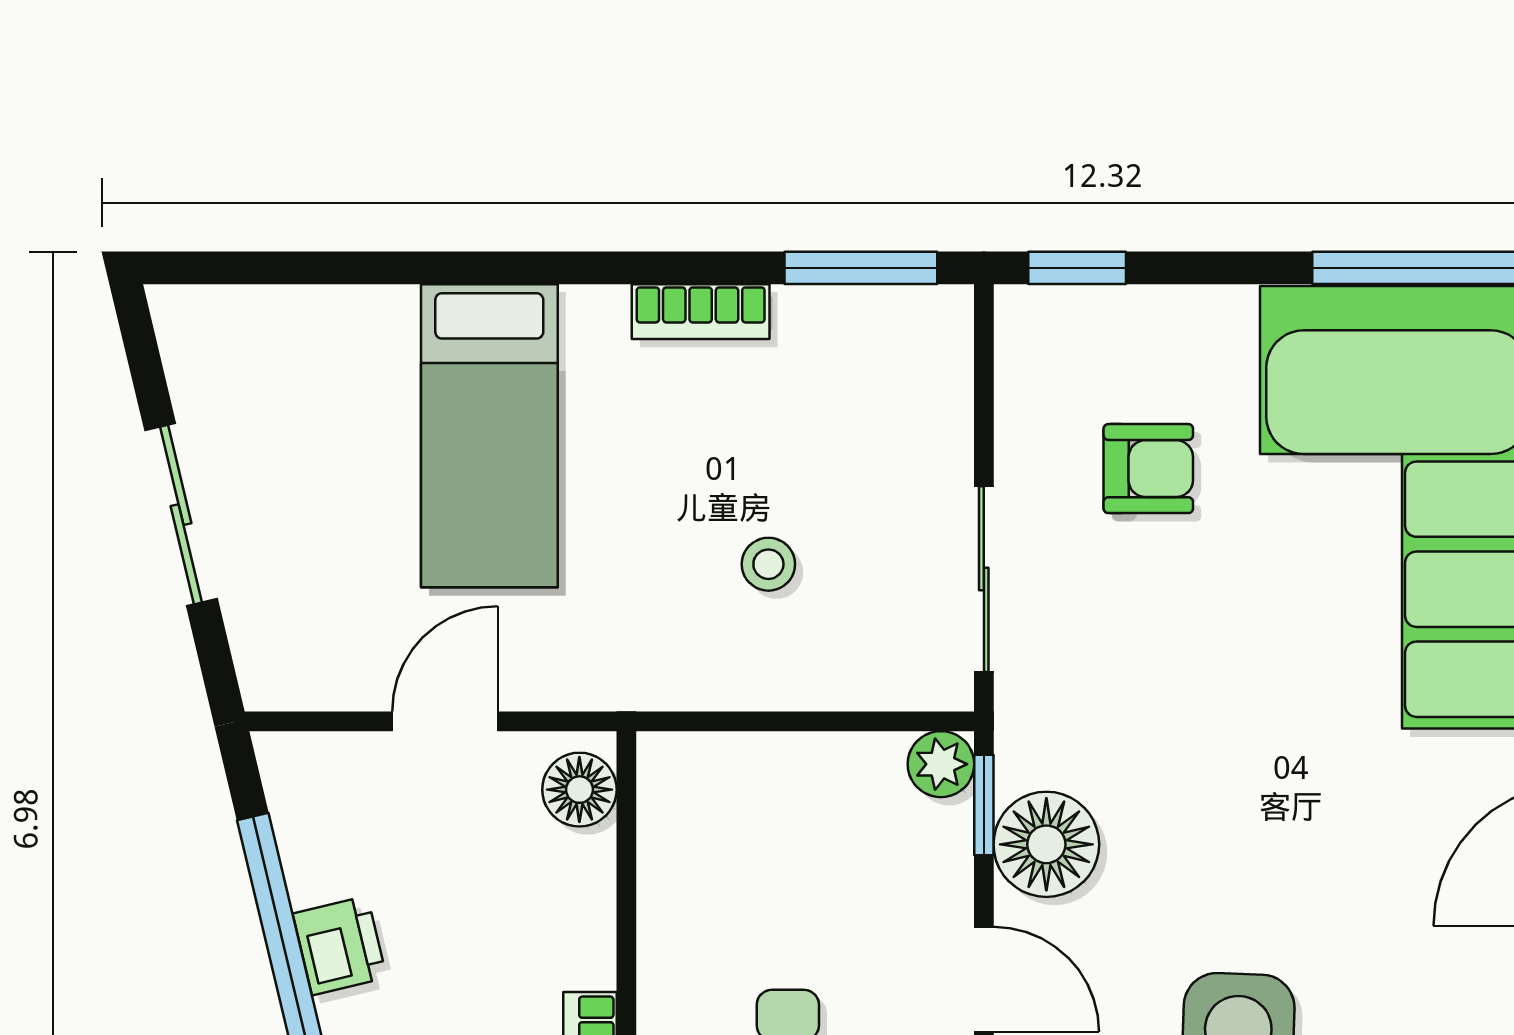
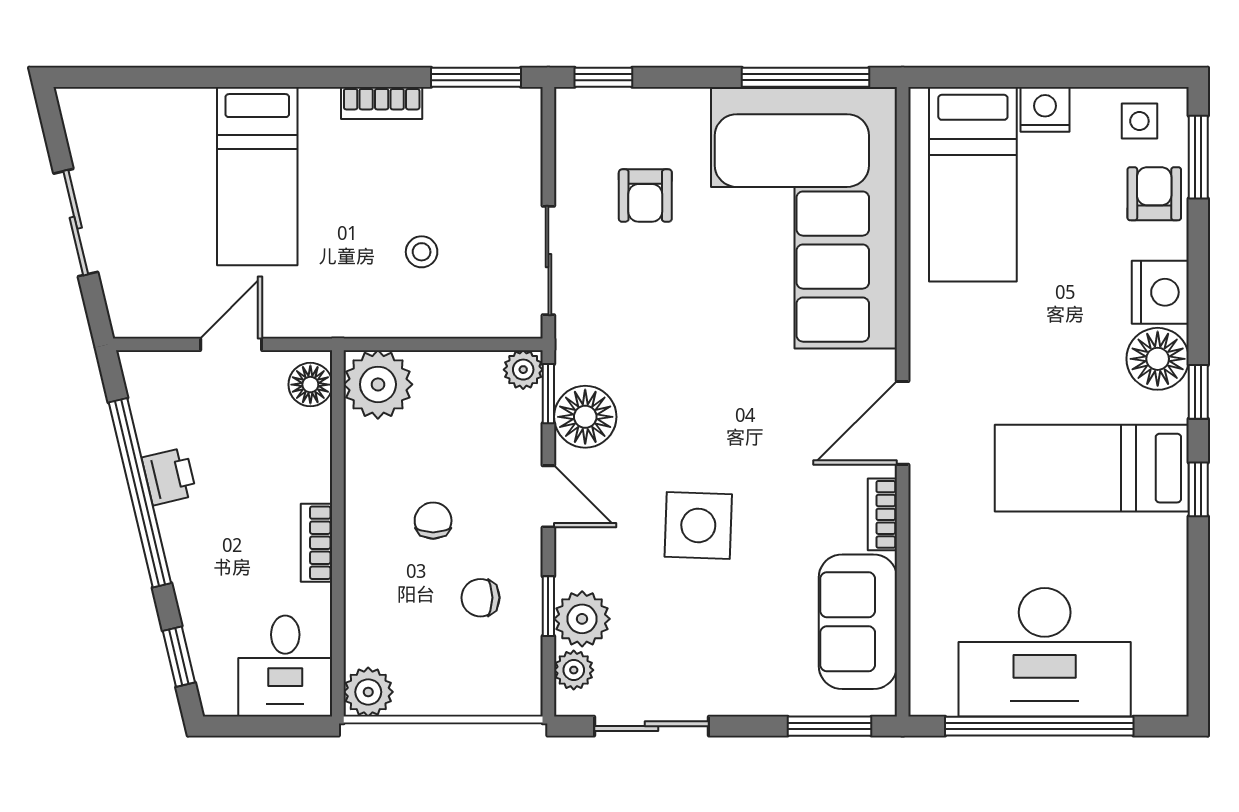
armchair: (1148, 469) -> (645, 196), turned 90
plant: (694, 789) -> (378, 384), added

